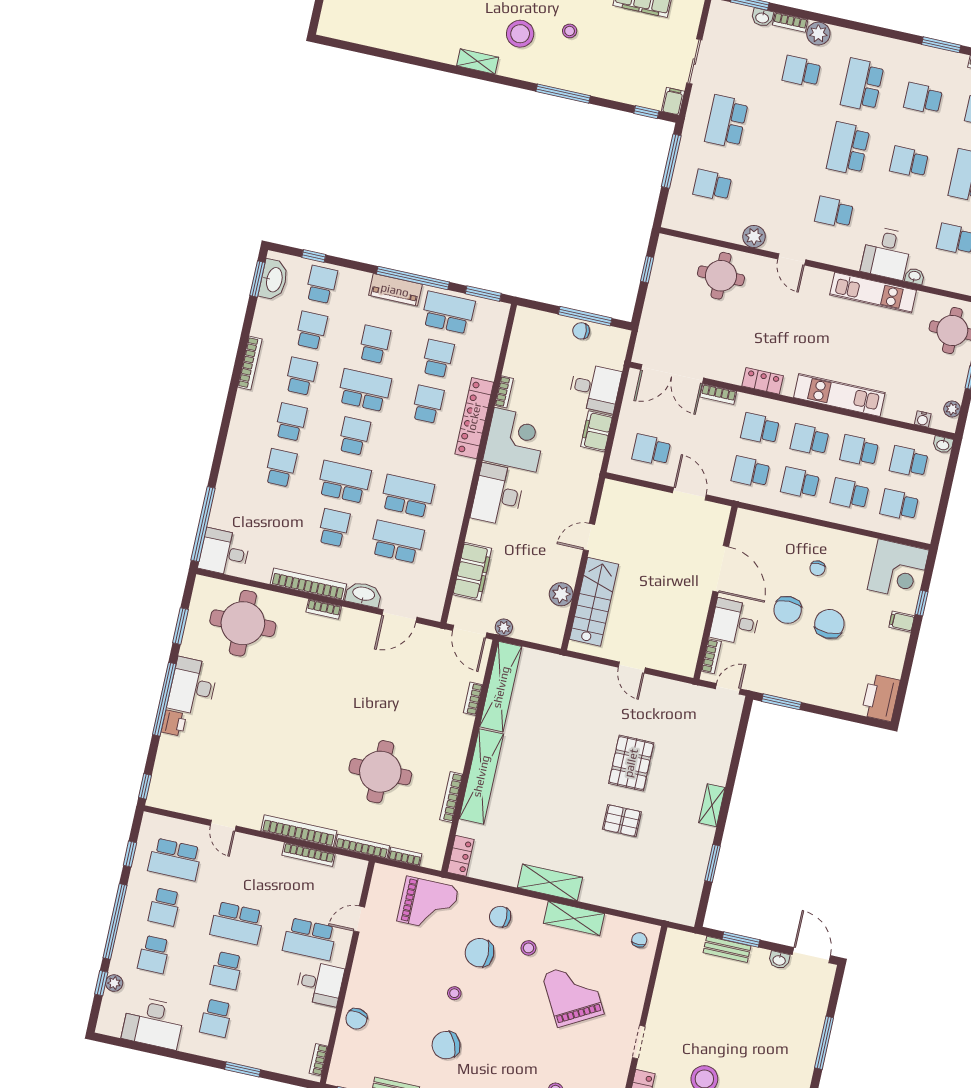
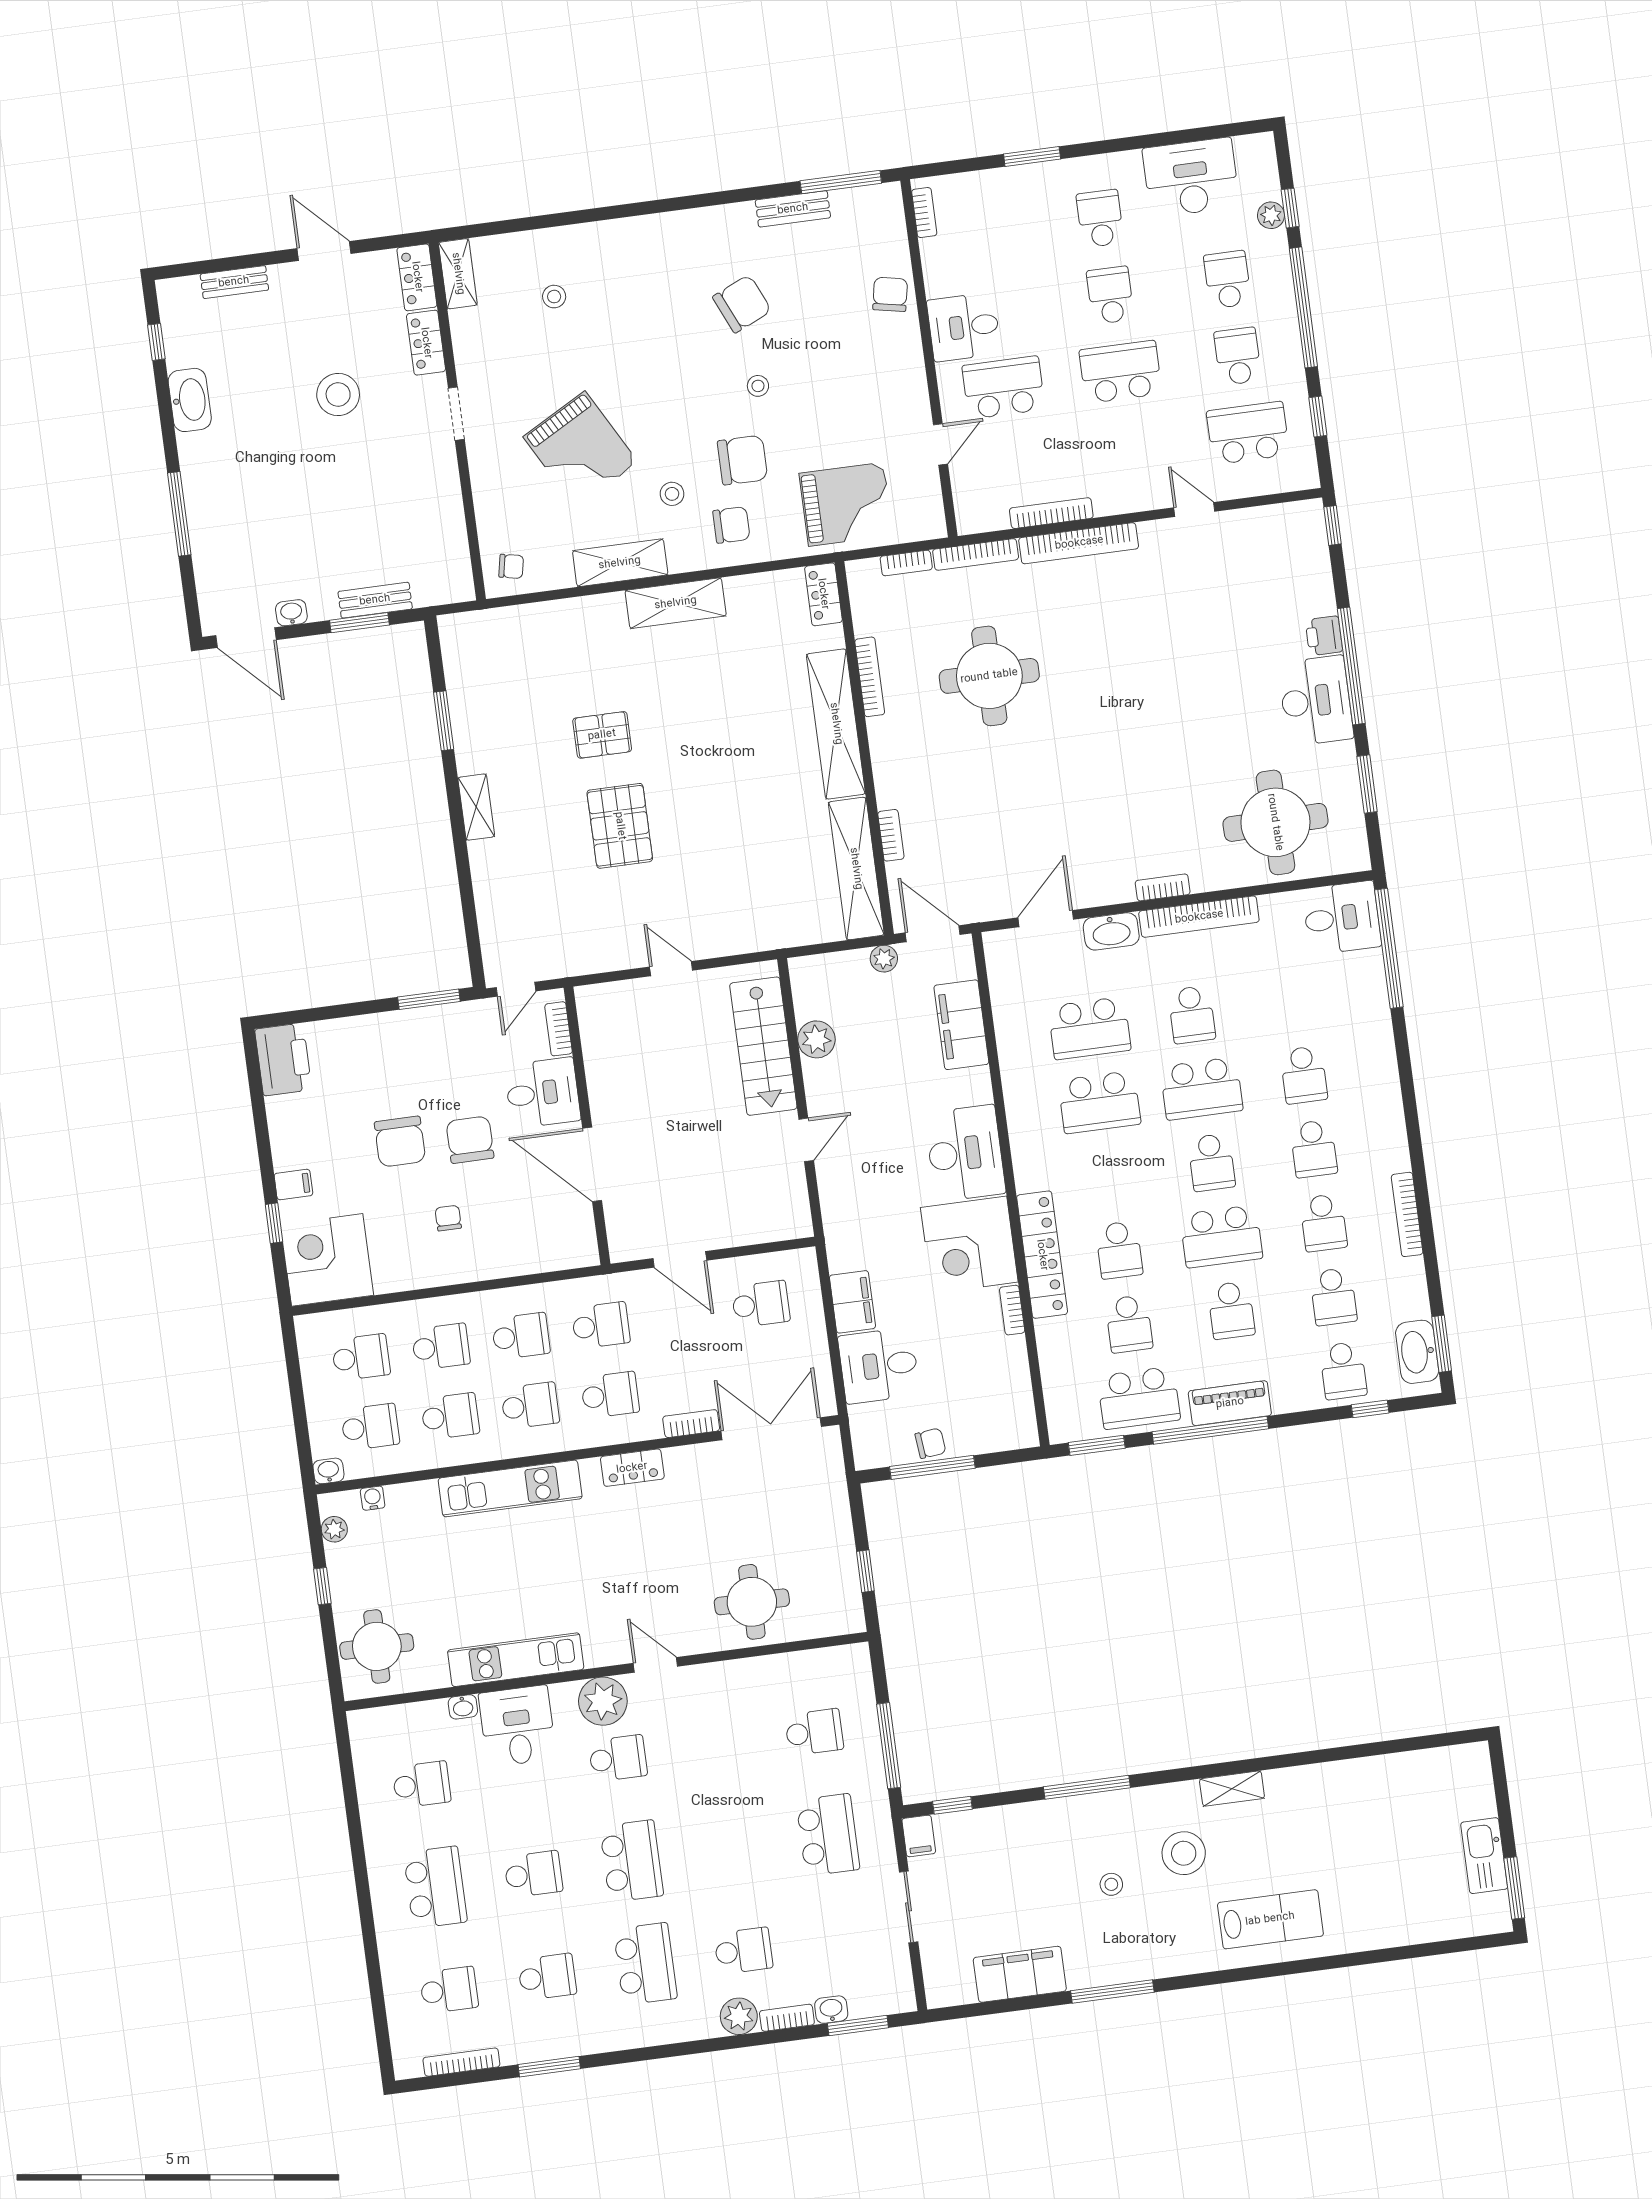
plant: (754, 236) -> (603, 1701), moved, width x1.36, depth x1.36
grand piano: (428, 904) -> (846, 504), turned 180
chair: (639, 940) -> (511, 566), turned -79

